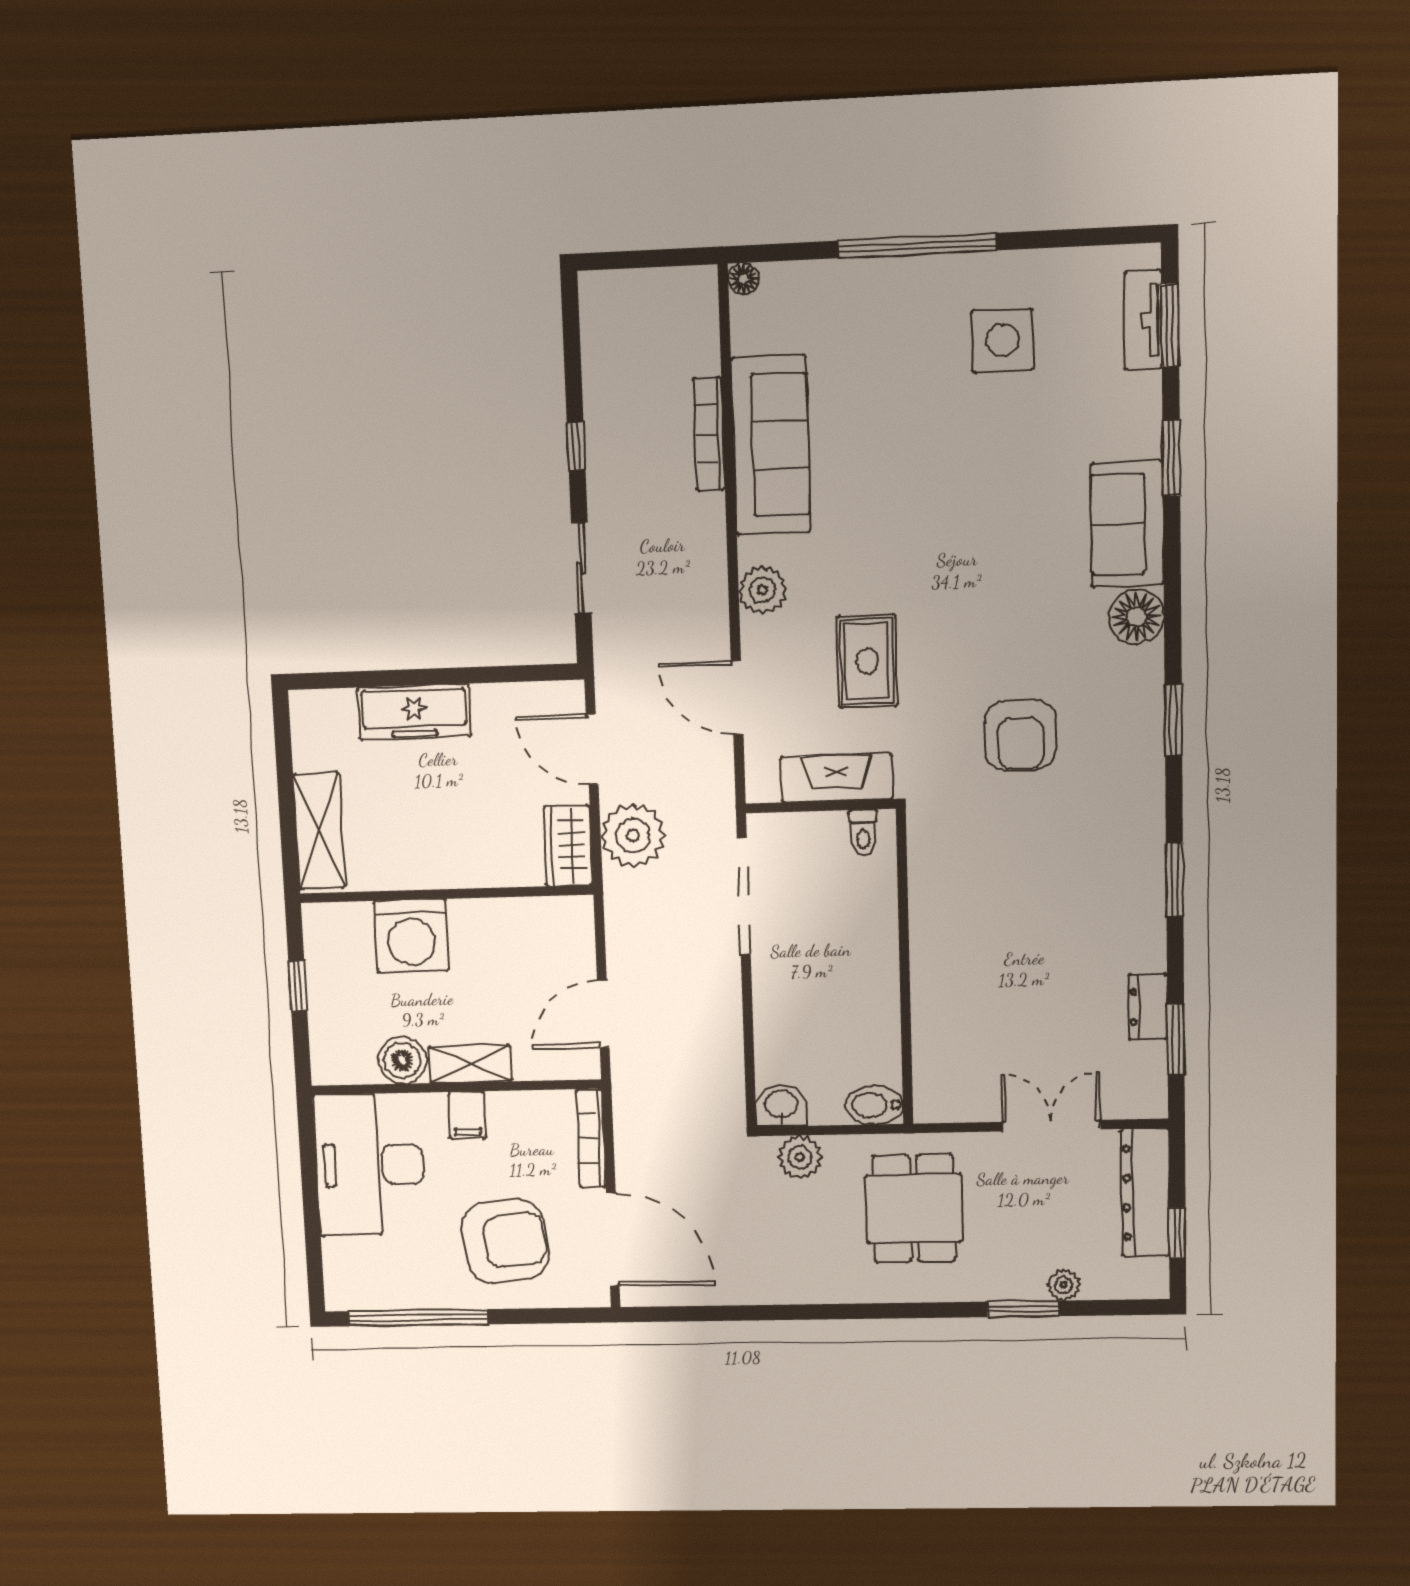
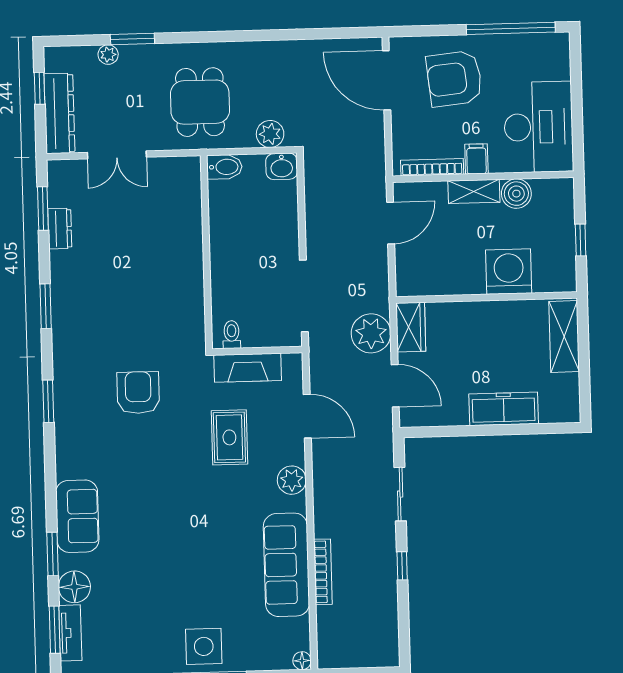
side table: (1002, 340) -> (204, 646), moved
floor lamp: (1137, 617) -> (74, 587), moved
bookcase: (591, 1138) -> (432, 167), moved, turned -90

